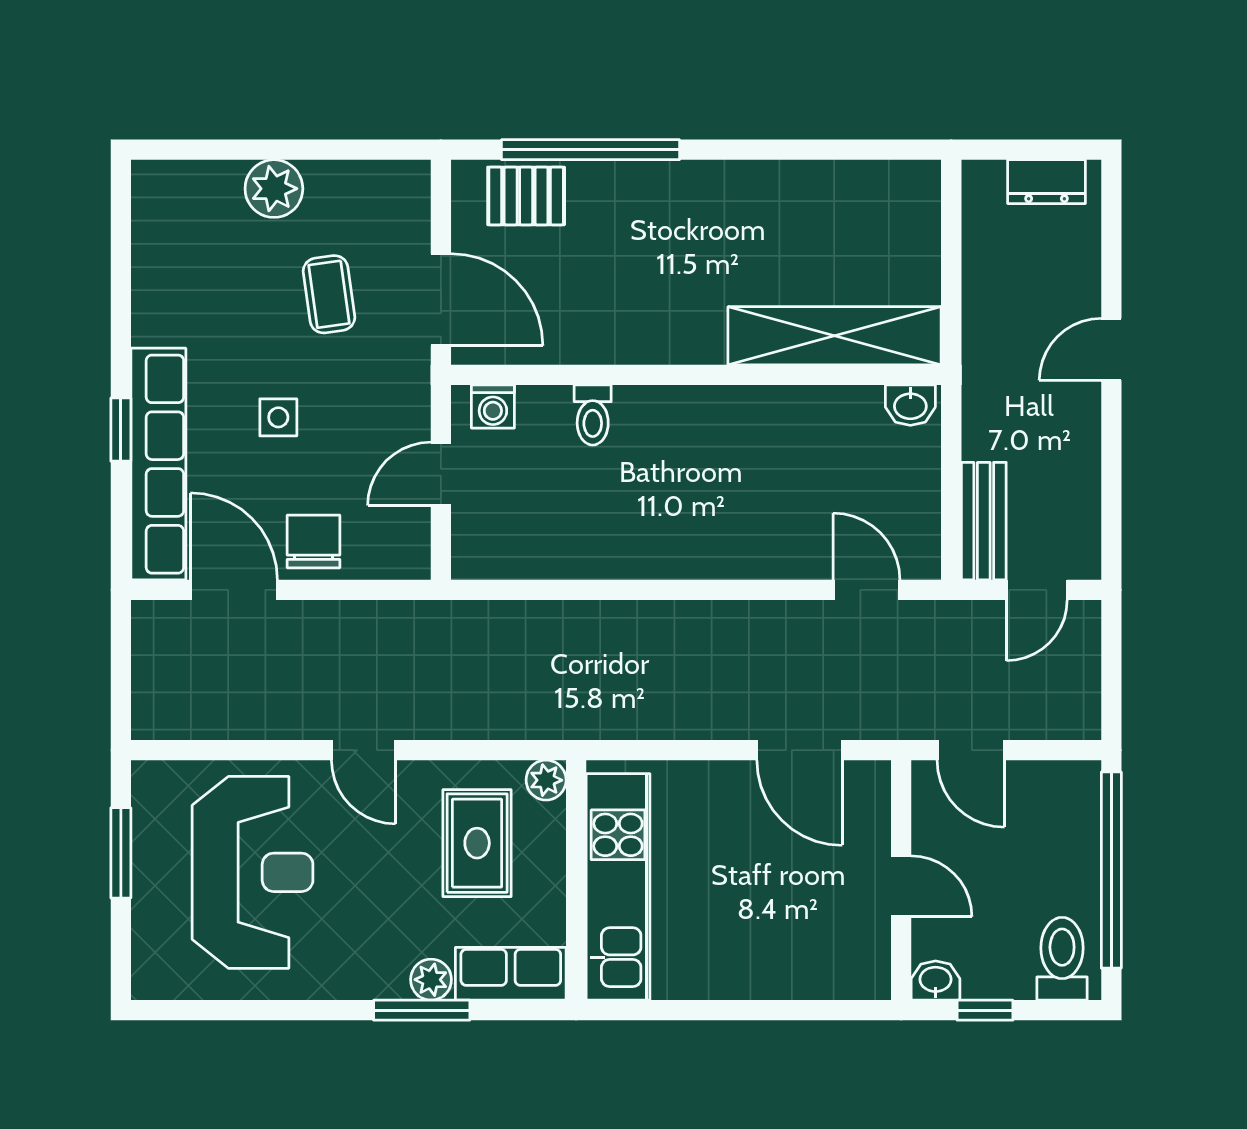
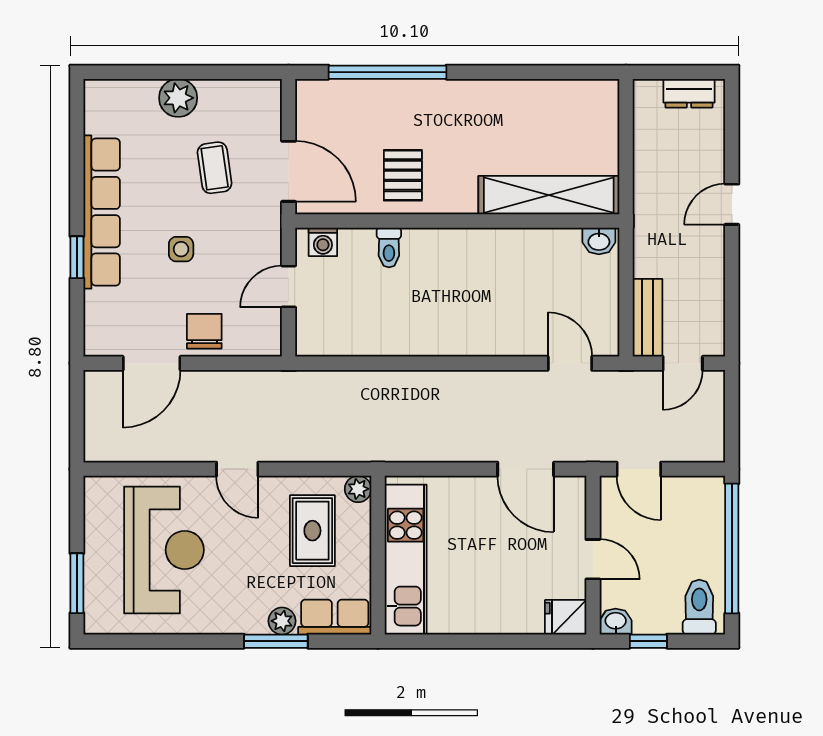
pallet: (526, 196) -> (403, 175), moved, turned 90
row of seats: (158, 464) -> (102, 212), moved
door: (234, 590) -> (152, 363), swing flipped
window: (121, 853) -> (77, 583), moved
fridge: (860, 974) -> (566, 617), added

